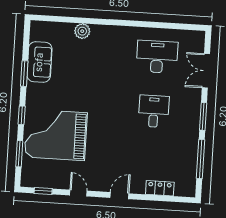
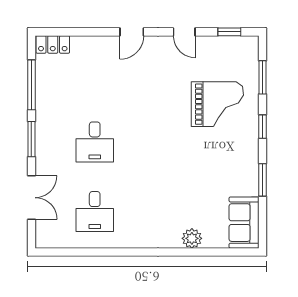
desk: (157, 57) -> (95, 212), width x0.73
sofa: (39, 62) -> (244, 223), moved
grand piano: (56, 135) -> (217, 104), width x0.73, depth x0.68
locker: (160, 188) -> (53, 44), moved

